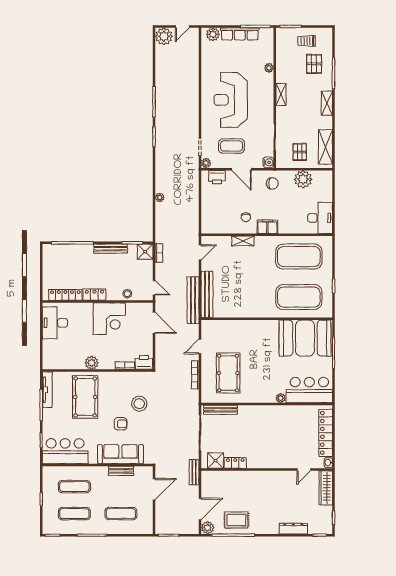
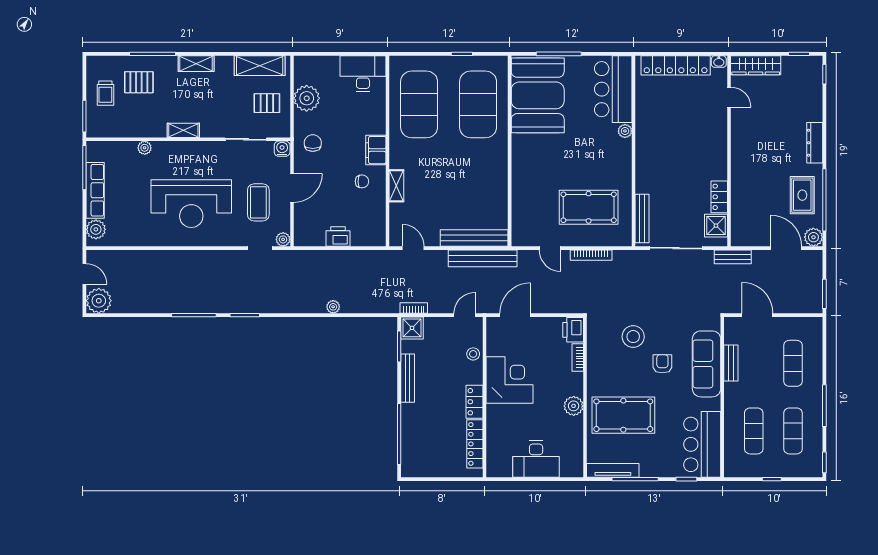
printer: (217, 177) -> (338, 237), moved, turned -90
desk: (55, 323) -> (536, 459), moved
dresser: (293, 529) -> (815, 143), moved

